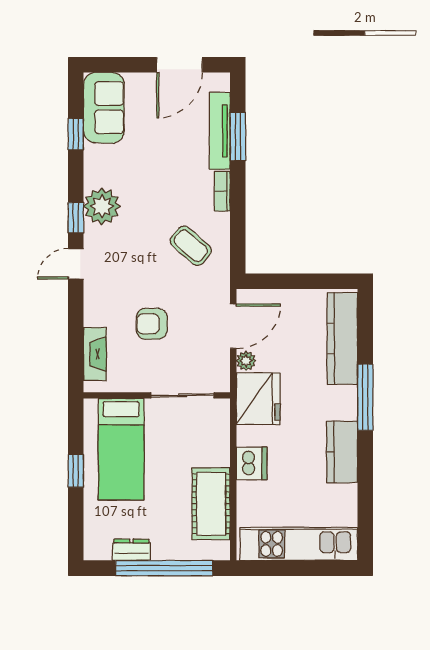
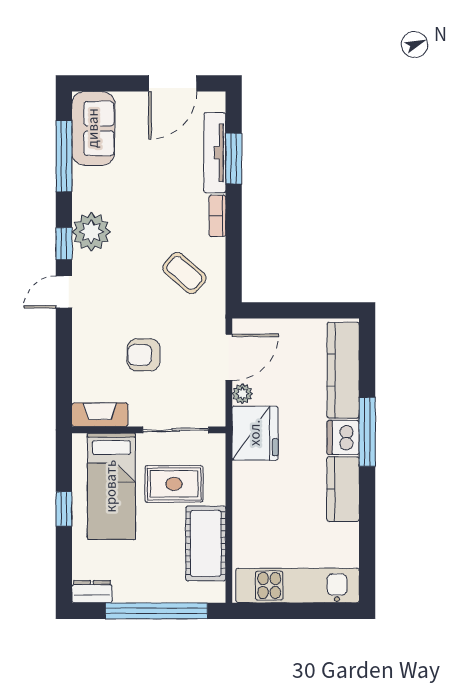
window: (76, 134) -> (64, 156), width x2.17
fireplace: (95, 354) -> (100, 415), moved, turned -90
rug: (181, 447) -> (174, 484), added
dishwasher: (252, 463) -> (343, 437), moved, turned 180
dresser: (131, 550) -> (92, 592), moved

